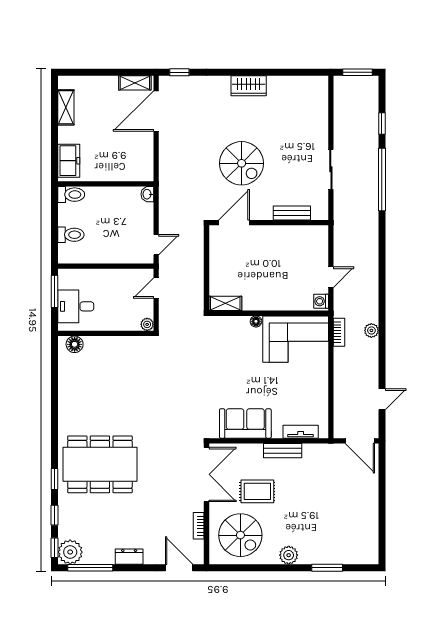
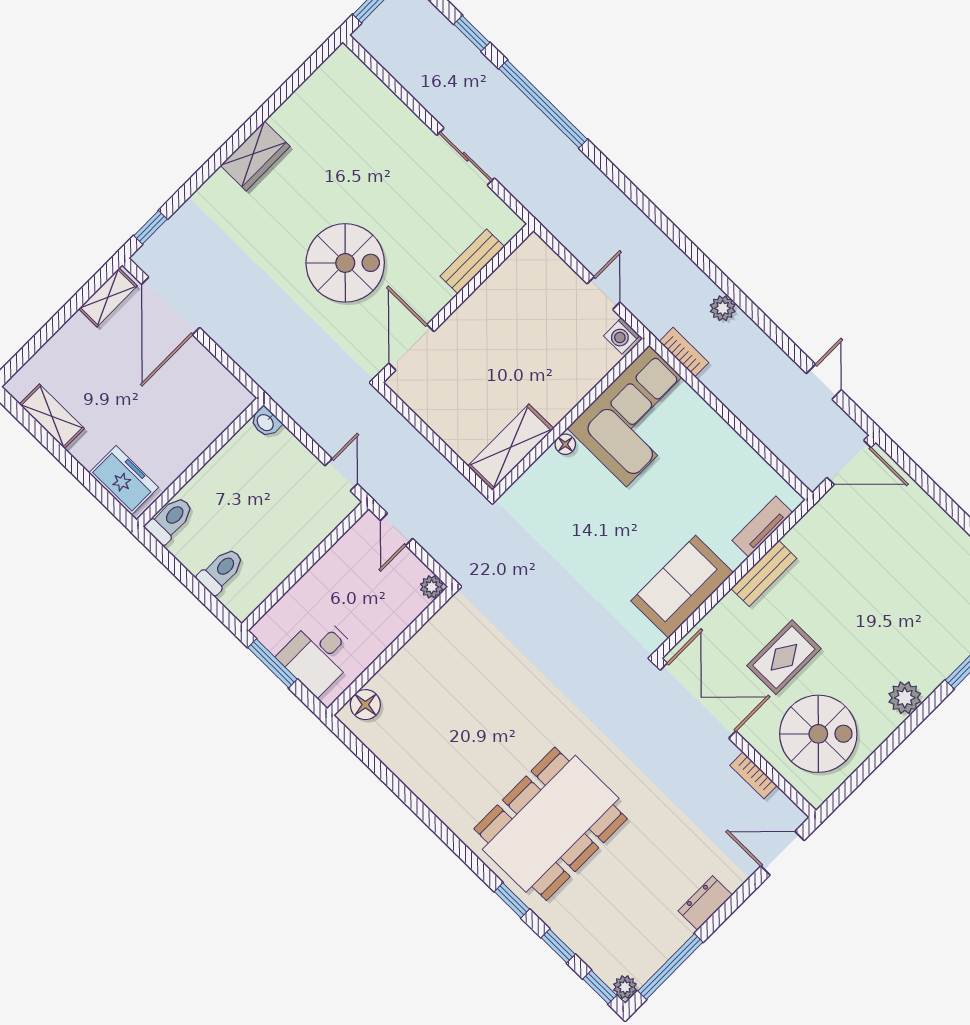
shelving: (225, 303) -> (511, 447), width x1.50, depth x1.33
plant: (70, 552) -> (625, 987), width x0.53, depth x0.53

